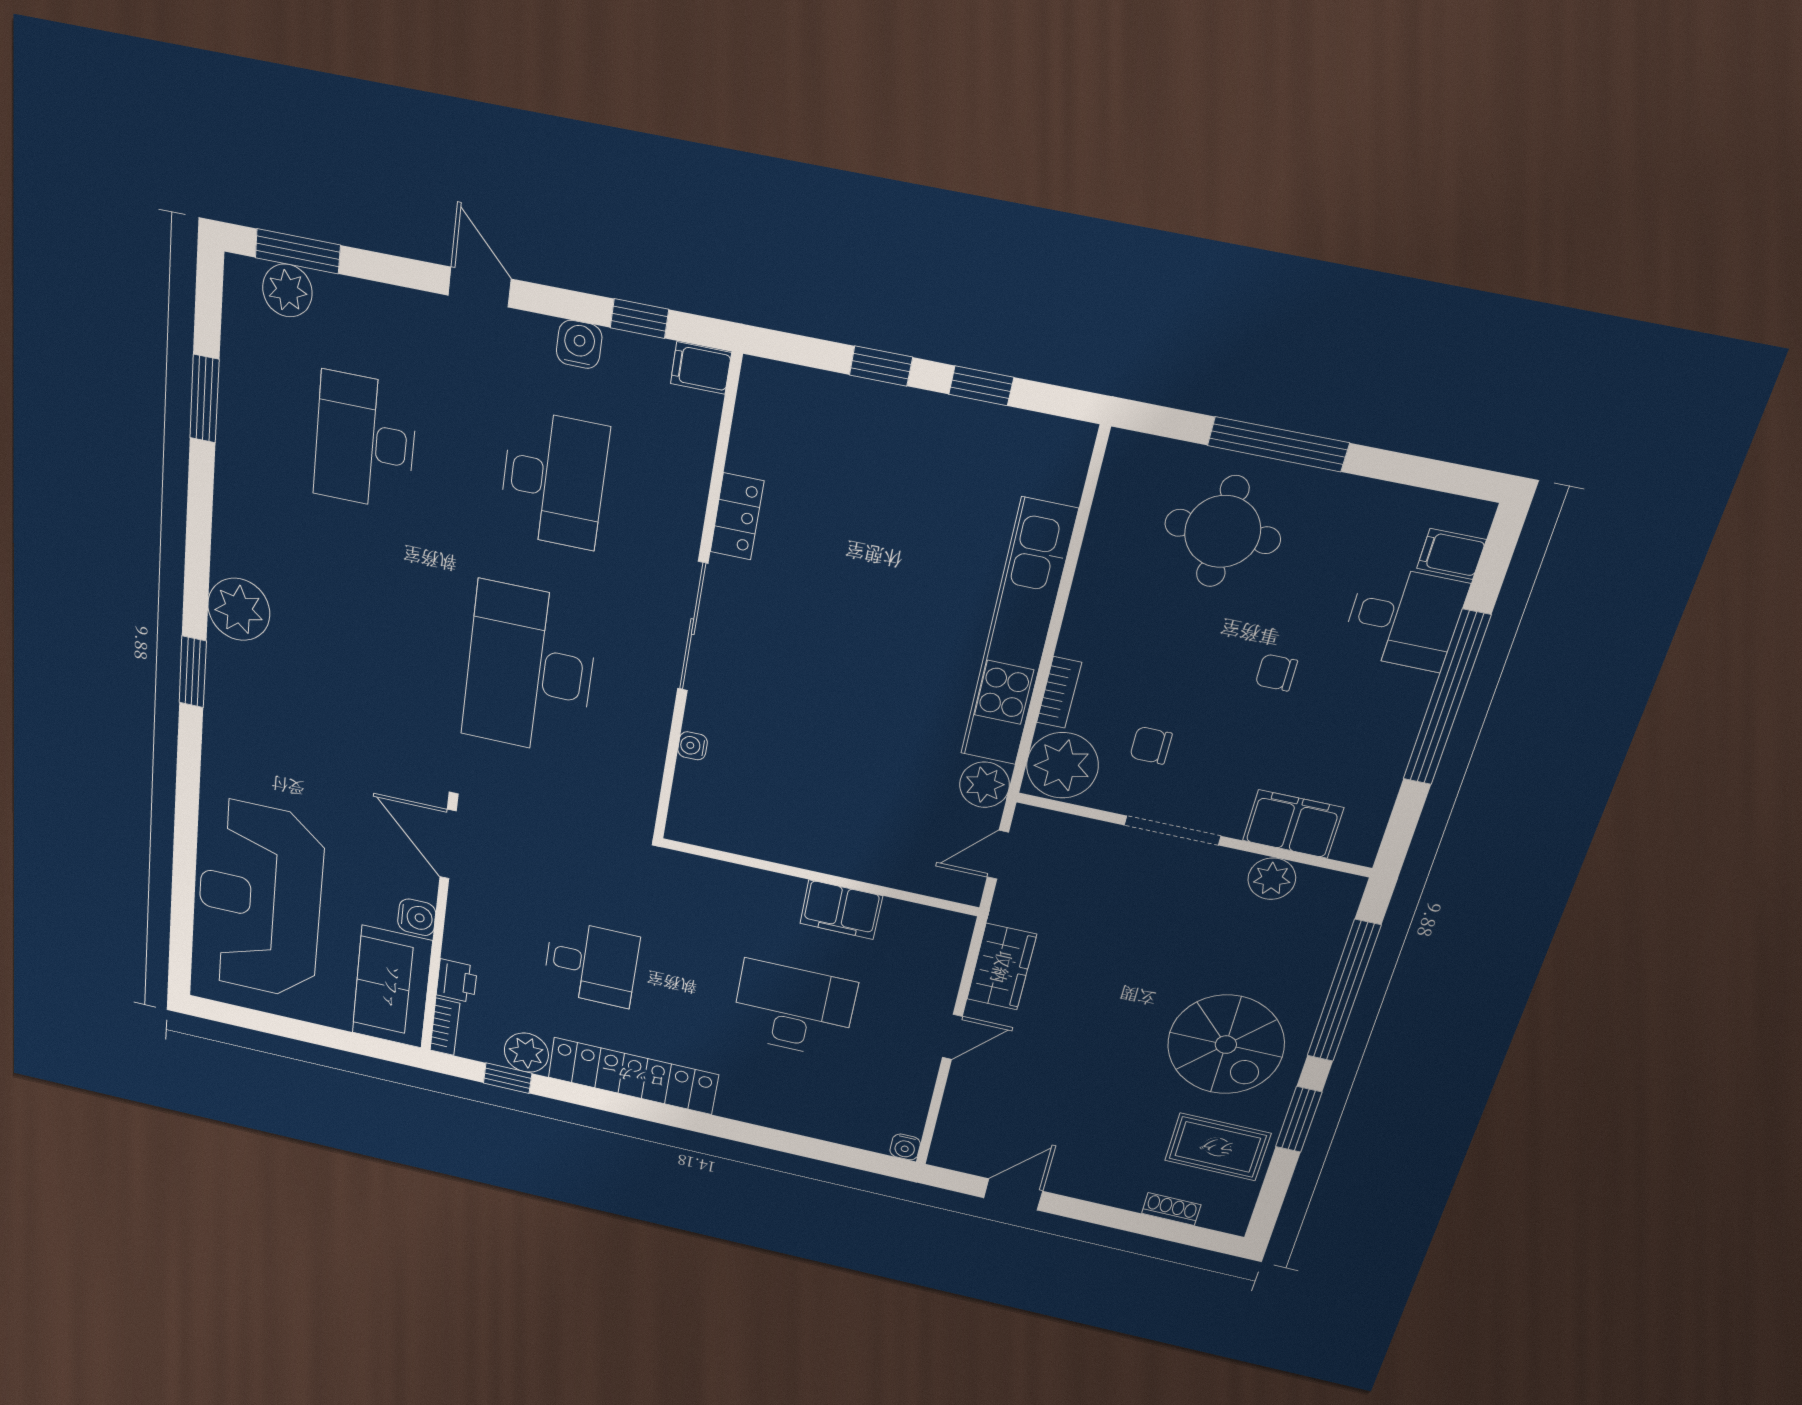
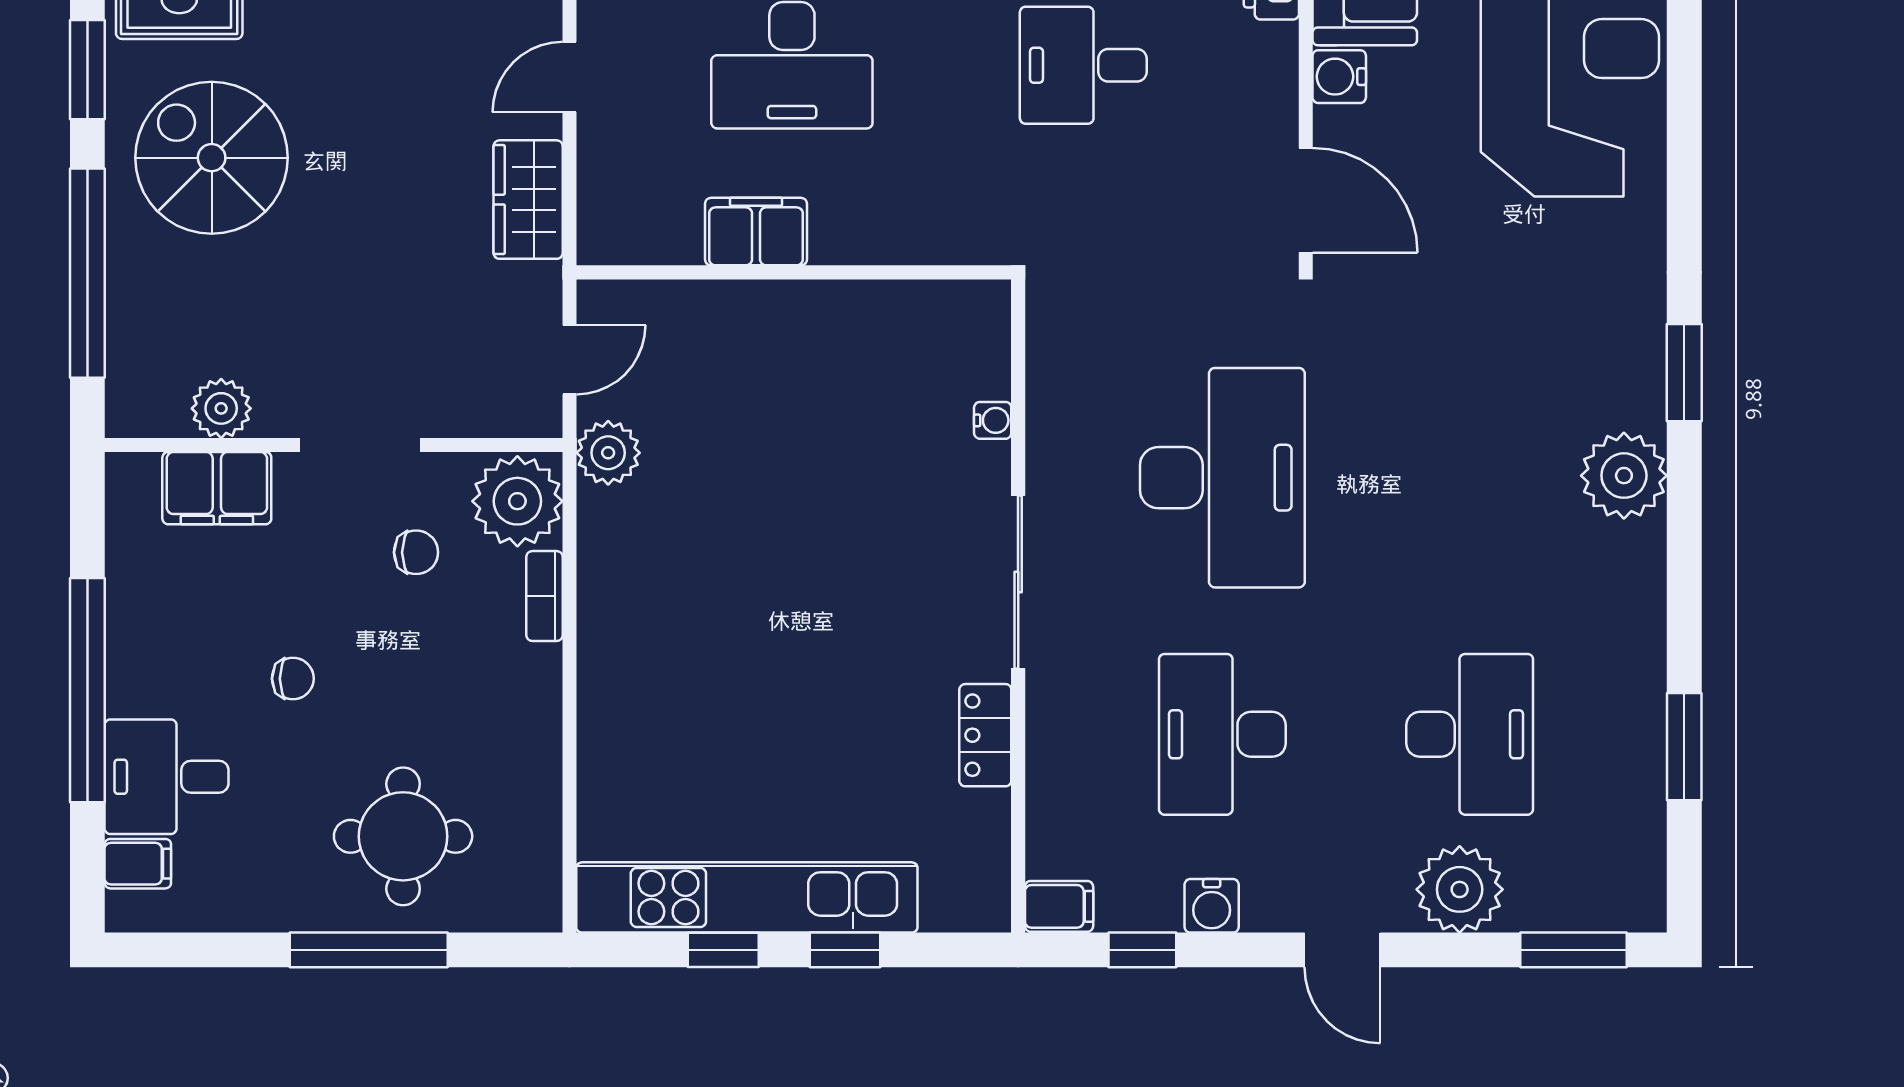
plant: (287, 290) -> (1460, 889), moved, width x1.36, depth x1.36
kitchen unit: (1018, 634) -> (747, 897), moved, turned -90

